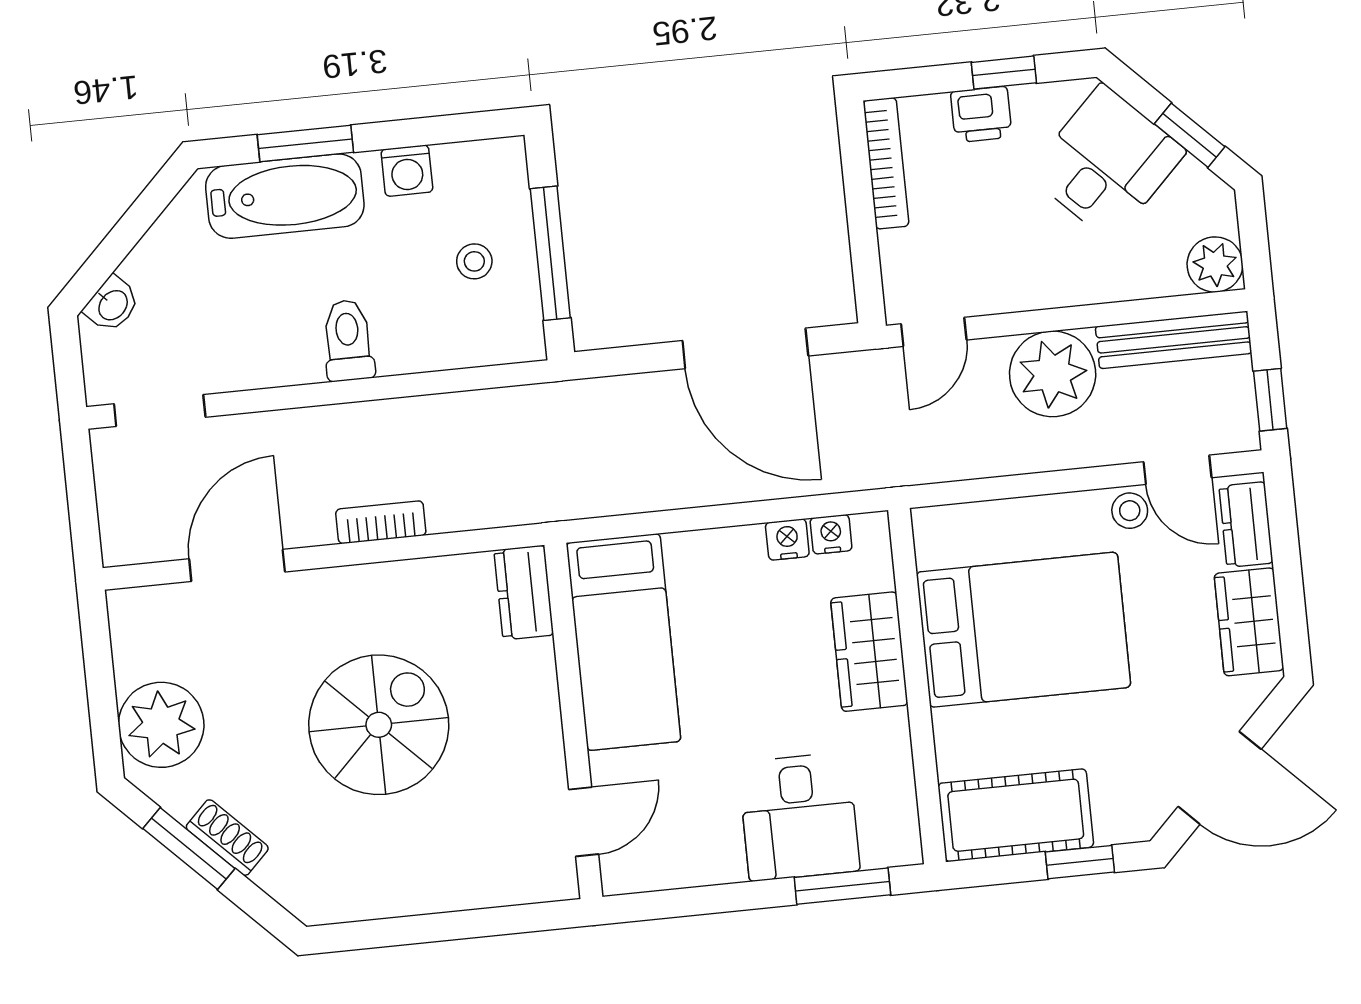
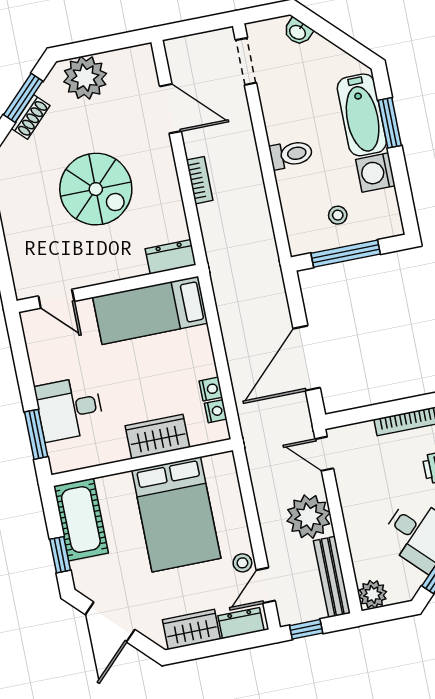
washing machine: (407, 171) -> (375, 173), width x1.38, depth x1.38

